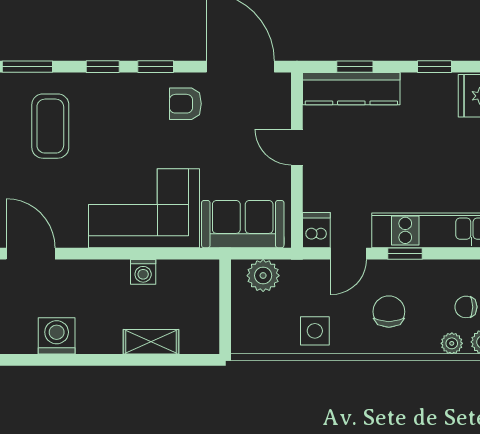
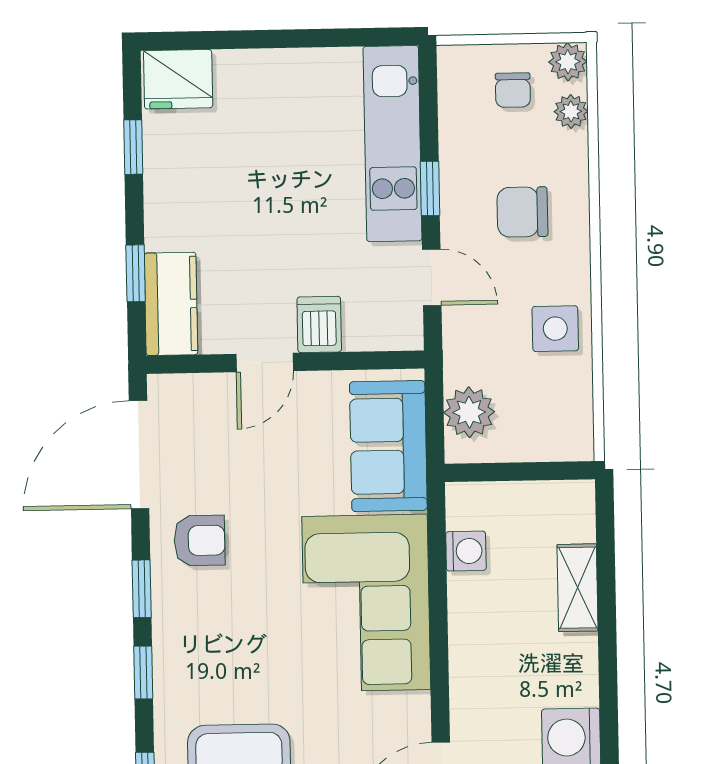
kitchen counter: (351, 89) -> (171, 304), width x0.67
armchair: (185, 104) -> (200, 540), turned -90
dishwasher: (316, 230) -> (319, 324), moved, turned 90
washing machine: (143, 272) -> (466, 551), moved

